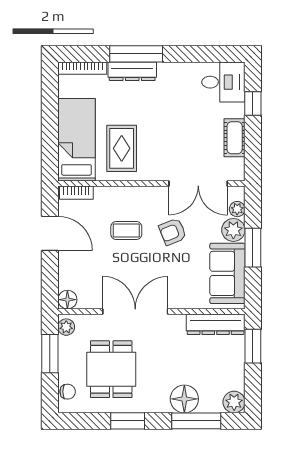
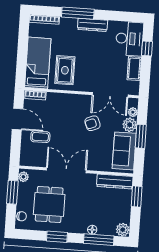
dresser: (132, 71) -> (92, 25), moved
desk: (223, 82) -> (130, 39), width x1.37
coffee table: (126, 231) -> (40, 137), moved
floor lamp: (67, 300) -> (25, 160), removed
floor lamp: (184, 399) -> (92, 230), width x0.53, depth x0.53

